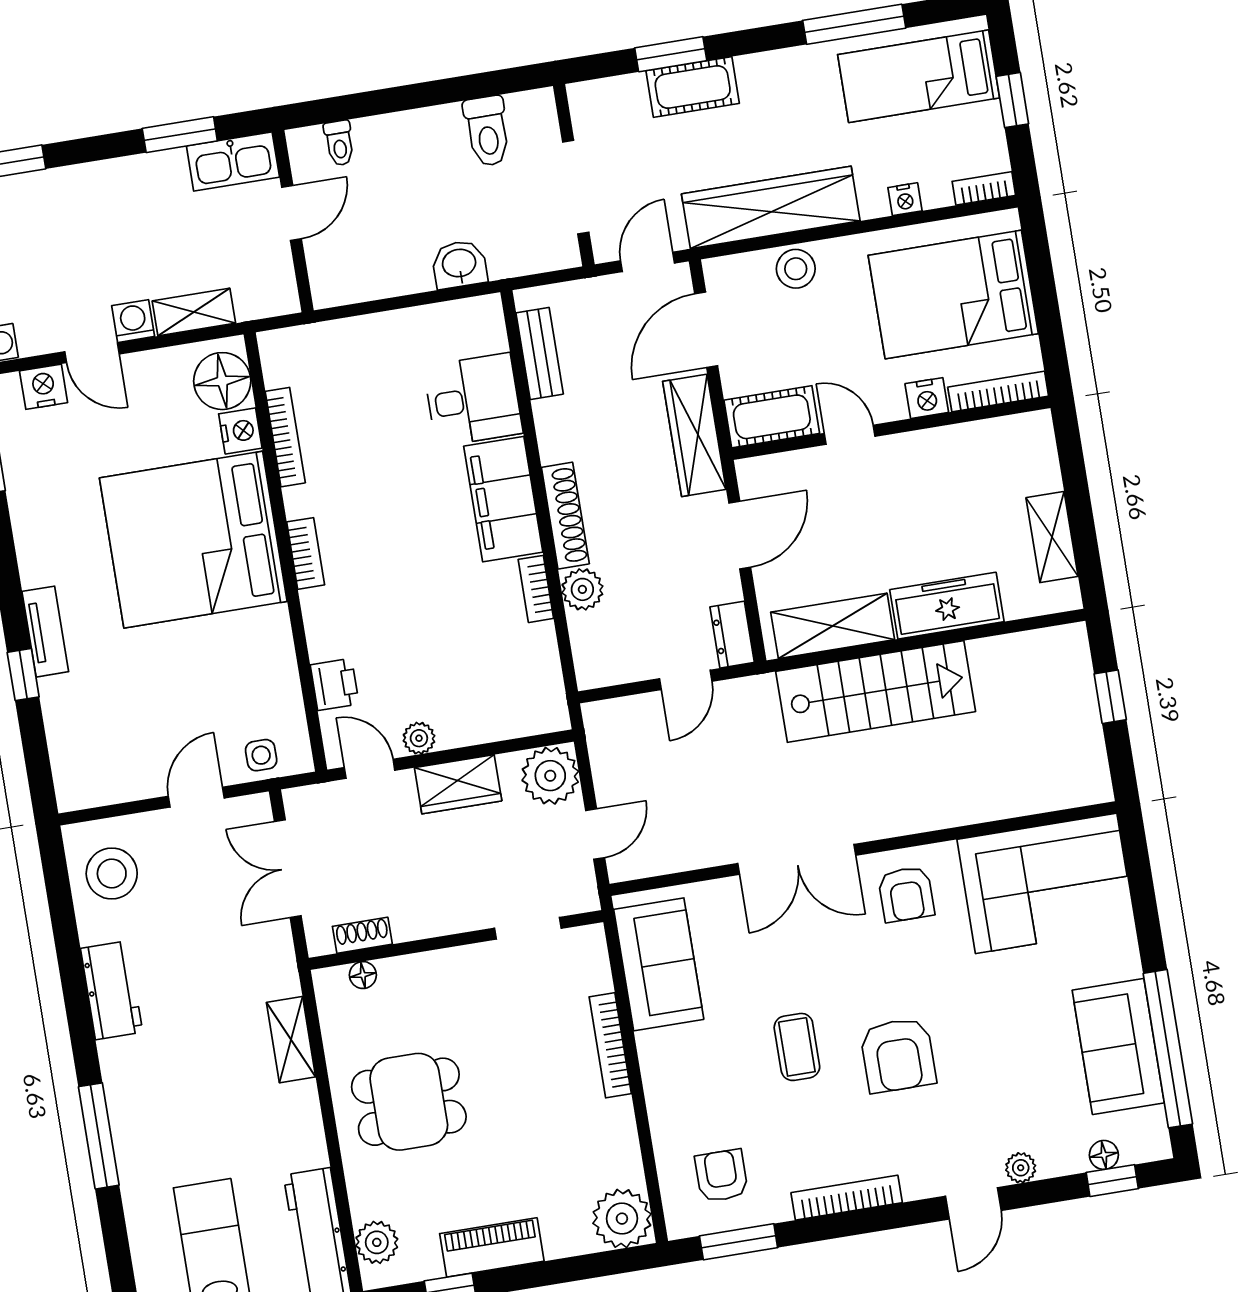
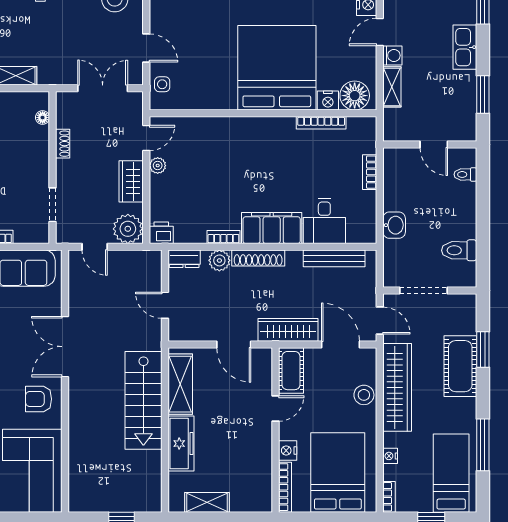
cot: (693, 87) -> (460, 366), width x1.37, depth x1.34
kitchen sink: (233, 162) -> (465, 47), moved
bench: (540, 353) -> (334, 258), width x1.36
bookcase: (306, 553) -> (370, 172), moved, turned 90
dresser: (732, 635) -> (184, 259), moved, turned 180
printer: (335, 684) -> (161, 233), moved, turned 180
shoe rack: (362, 935) -> (63, 144), moved

